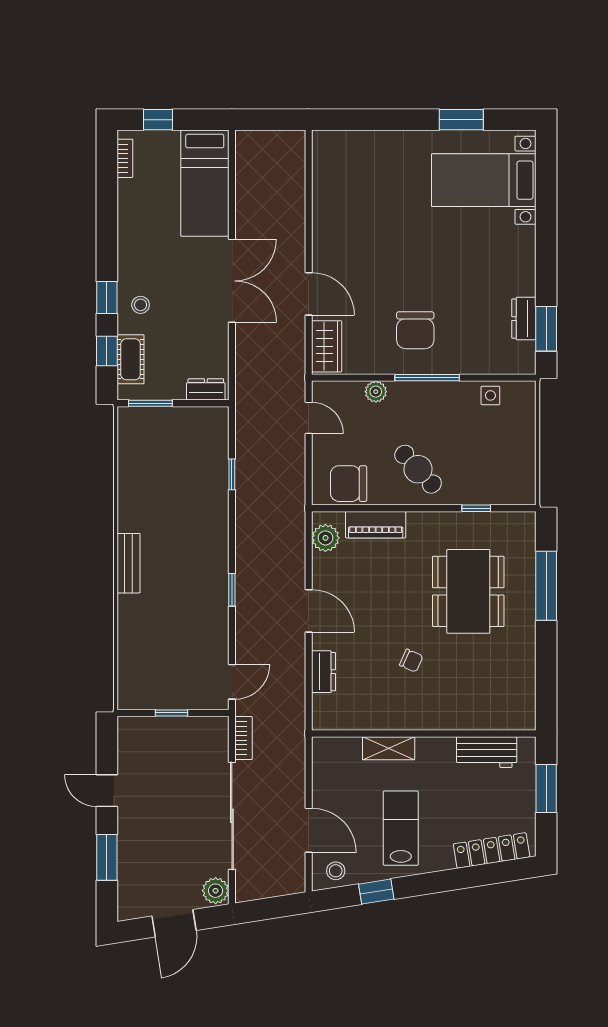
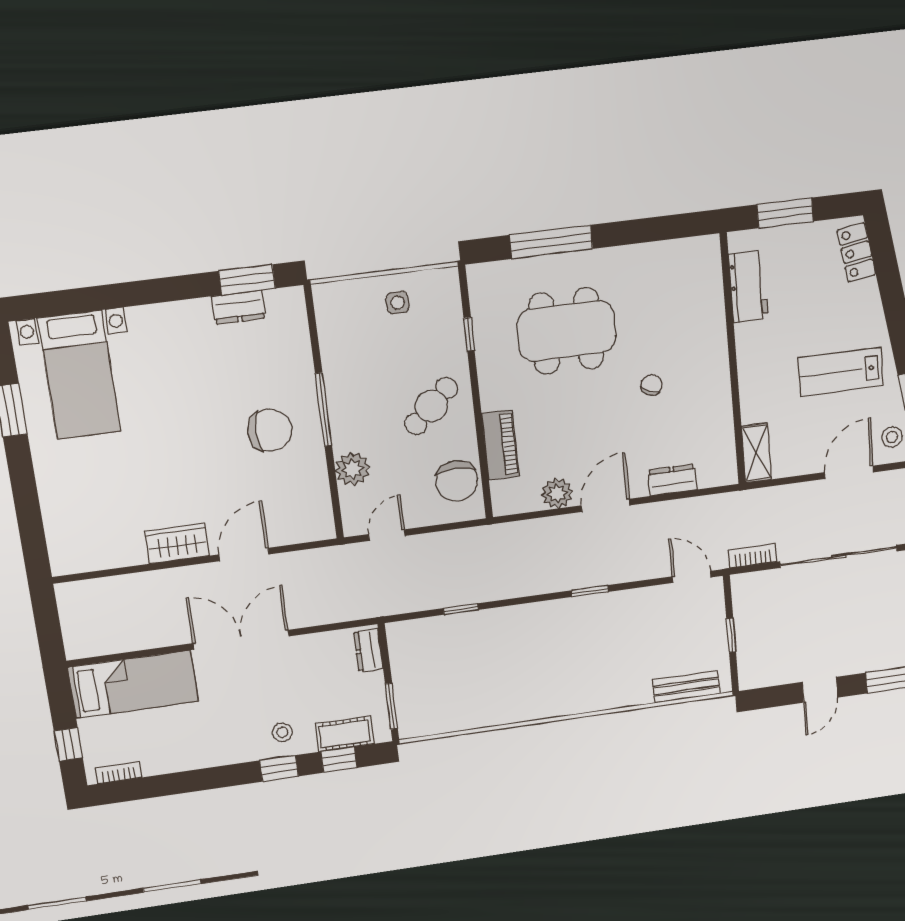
wardrobe: (327, 346) -> (177, 543), moved
plant: (376, 392) -> (352, 469), width x1.38, depth x1.38
side table: (490, 395) -> (397, 303), moved
plant: (325, 538) -> (557, 493), moved
bench: (129, 563) -> (686, 687), moved
shelving: (389, 748) -> (756, 453), moved
locker: (492, 850) -> (856, 252), width x0.66

